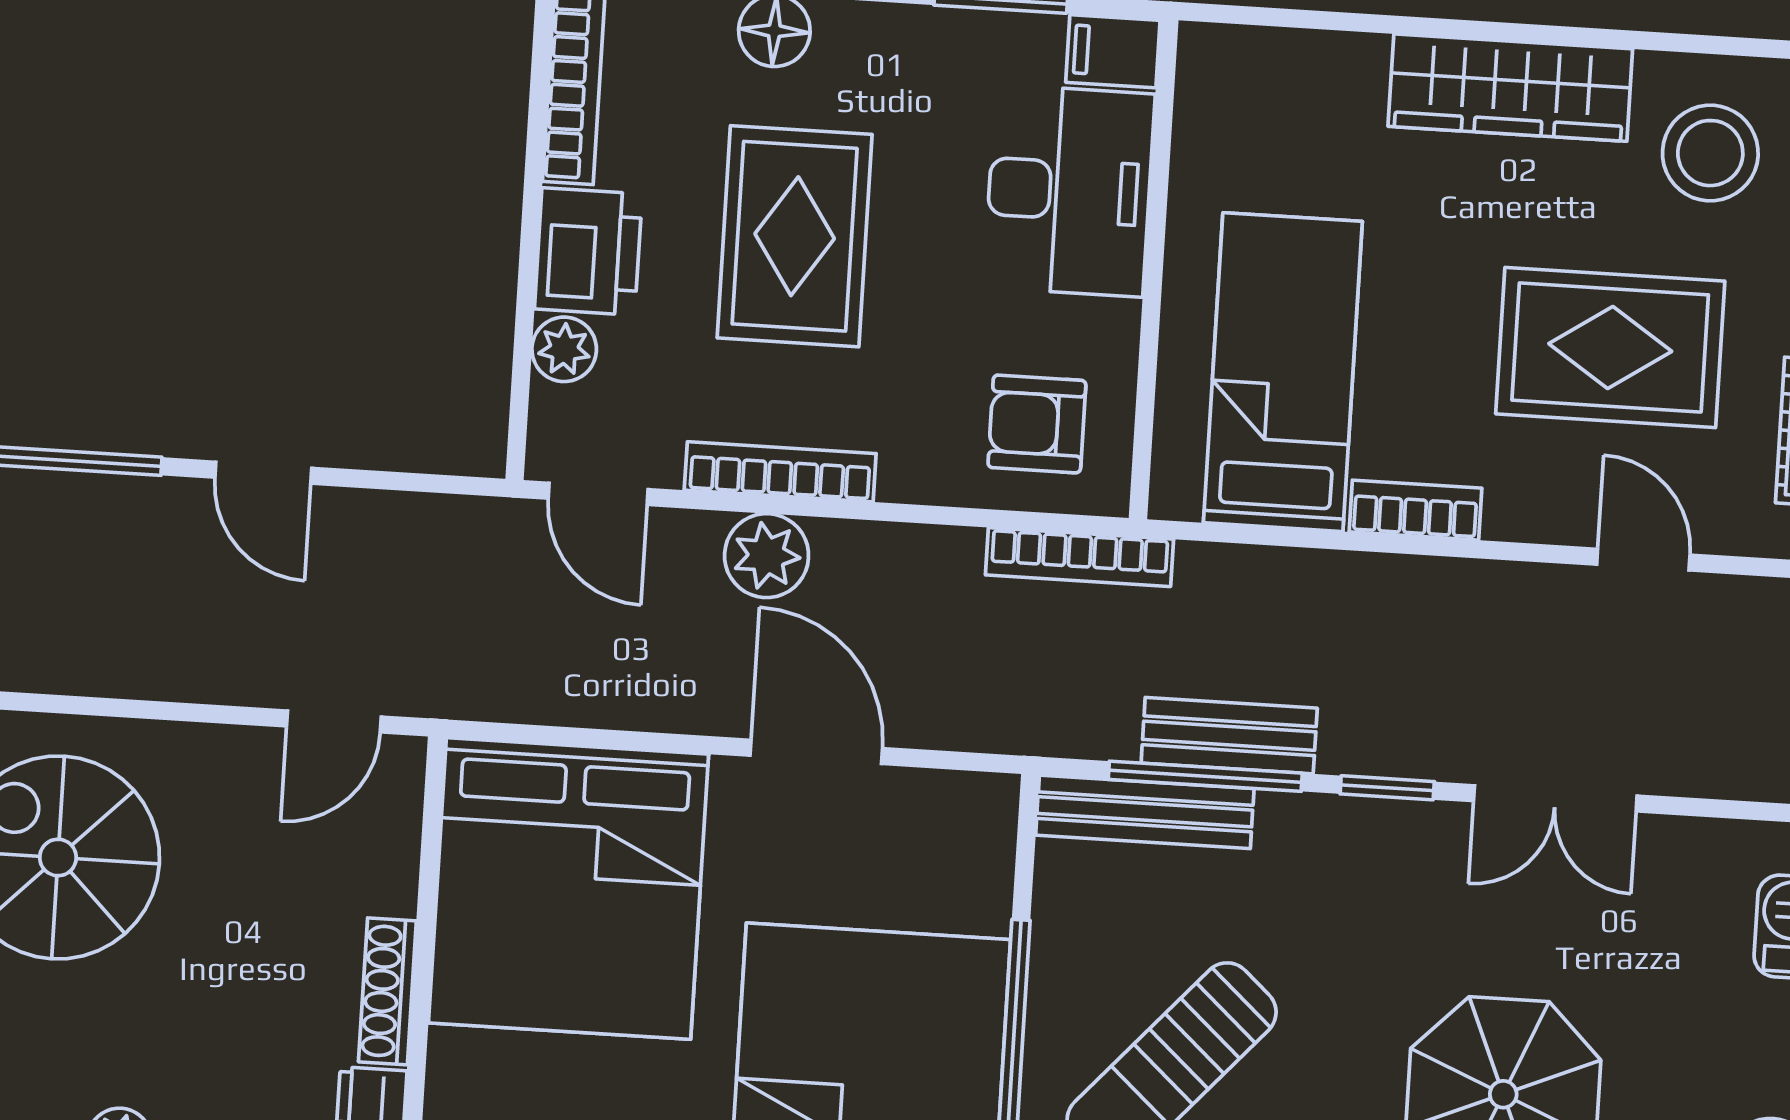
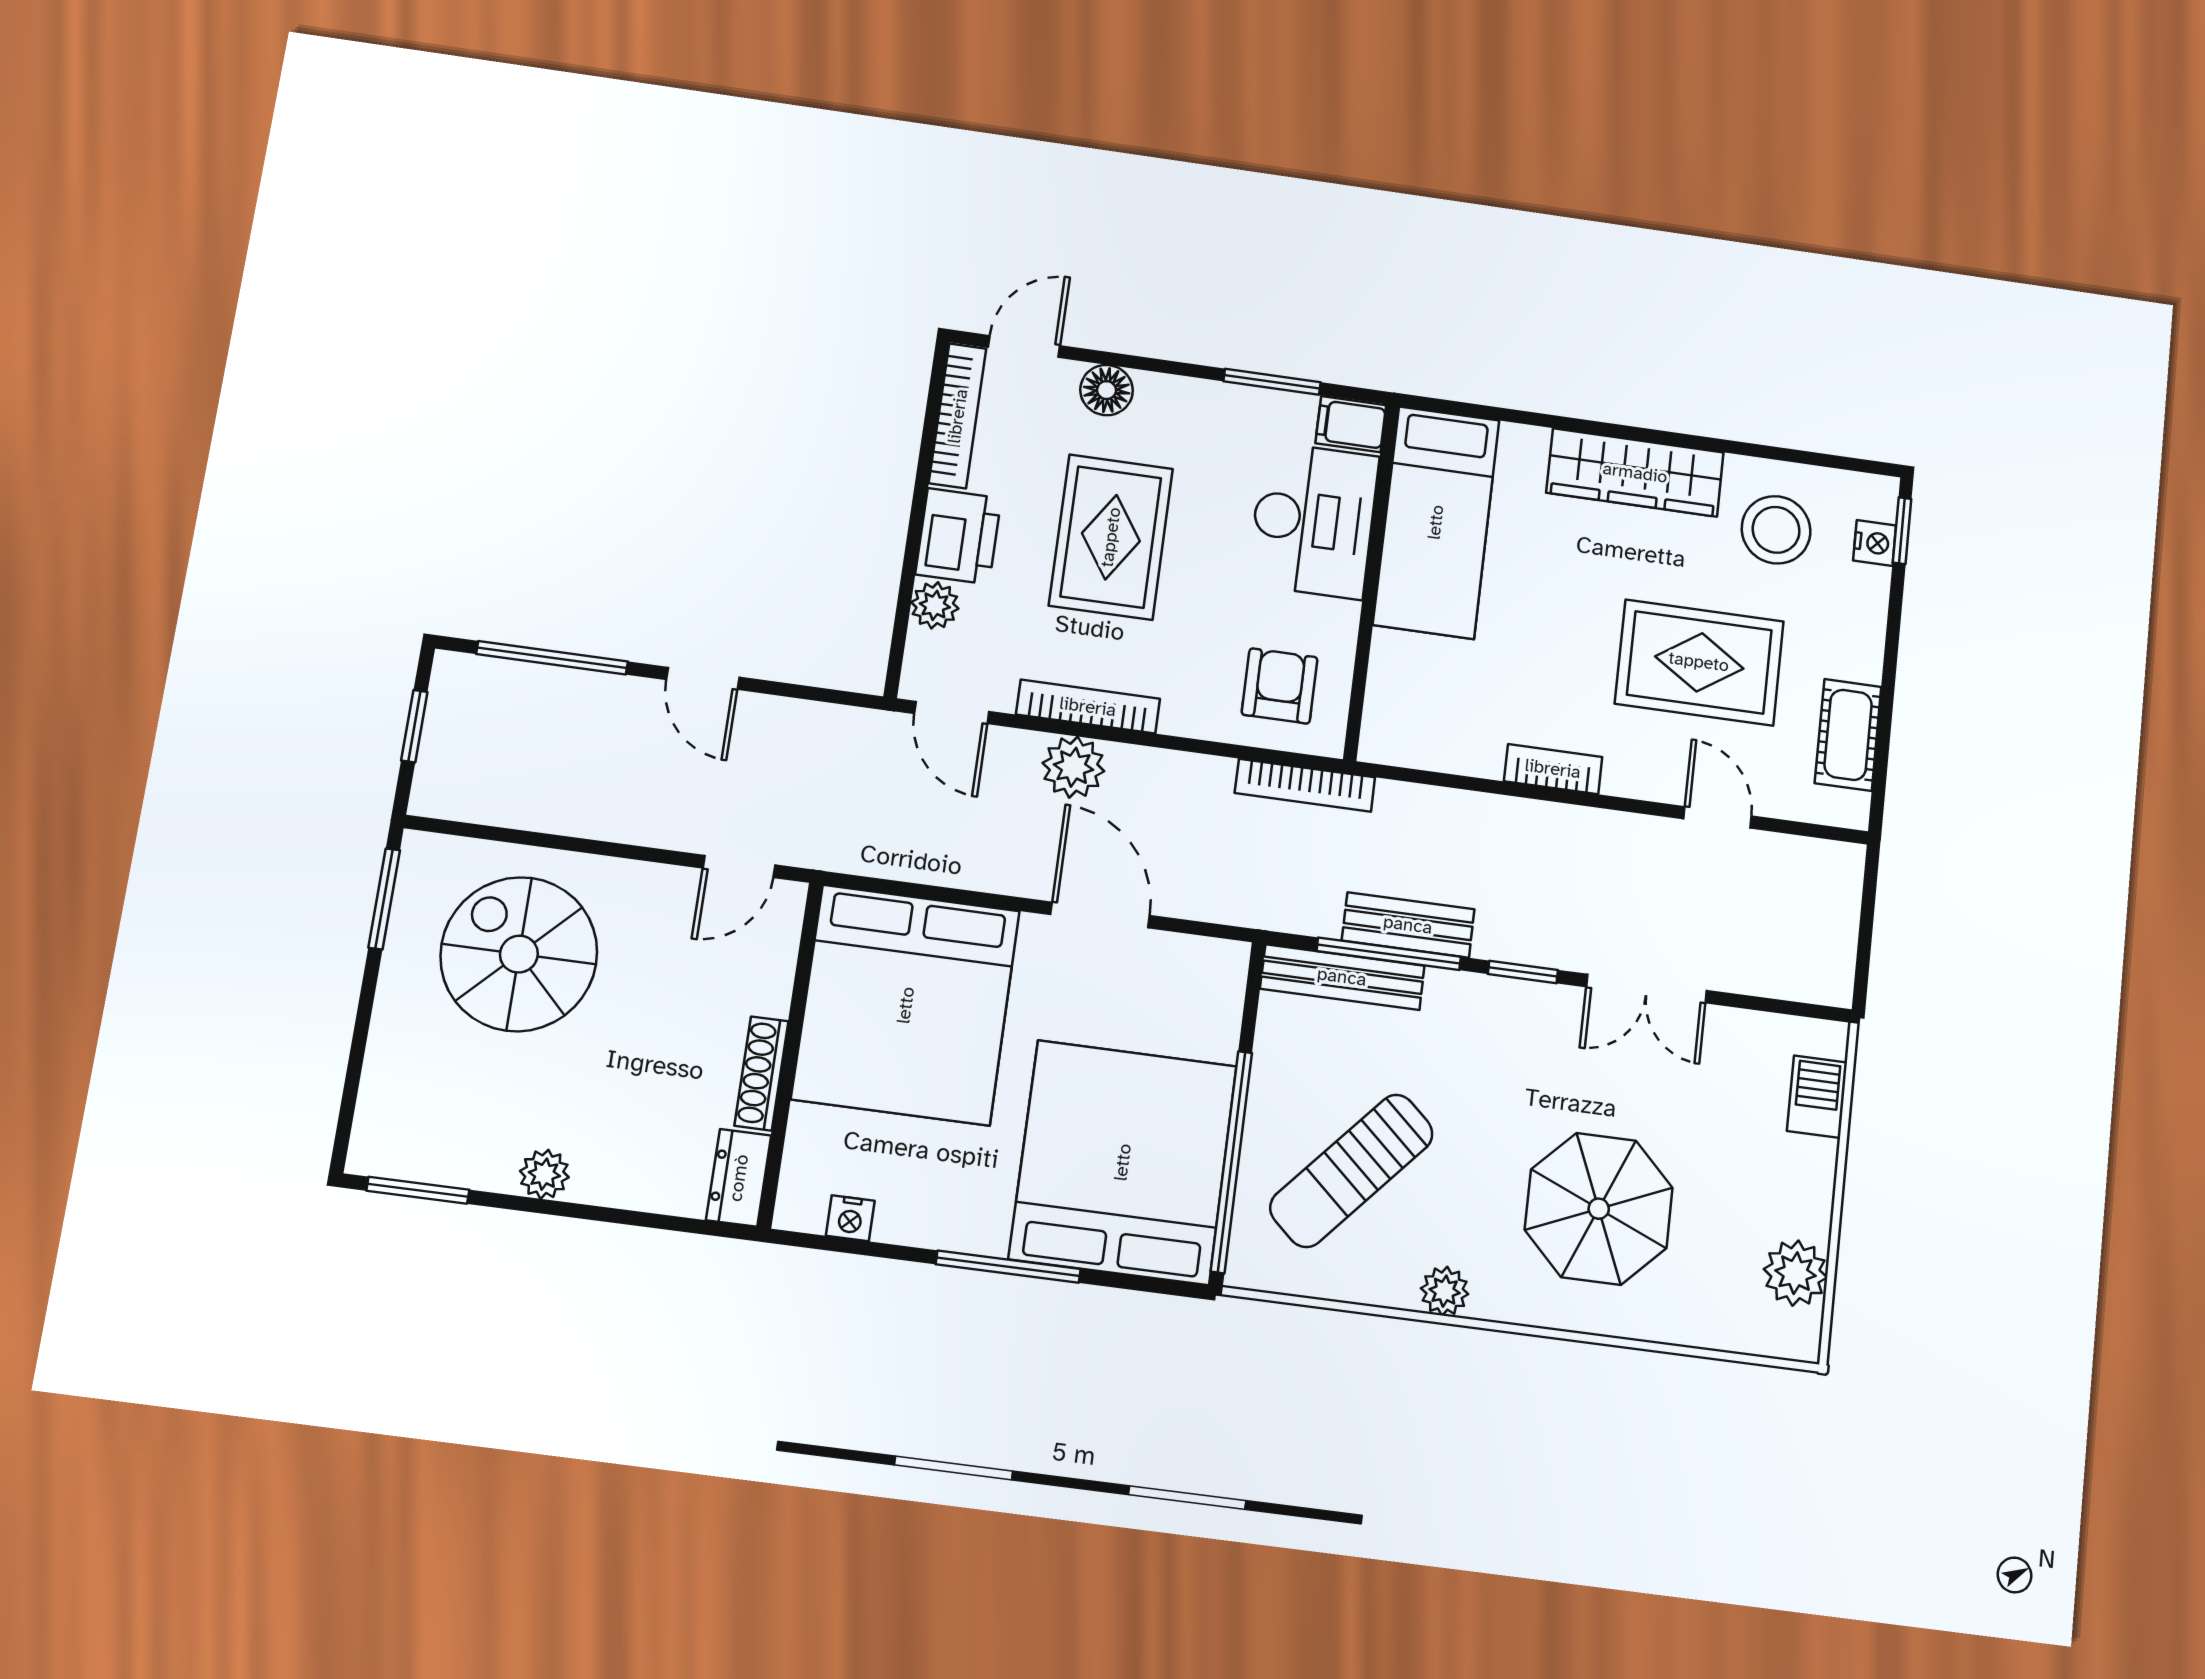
bed: (1283, 372) -> (1436, 522), moved, turned 180
armchair: (1037, 424) -> (1280, 686), turned 90

